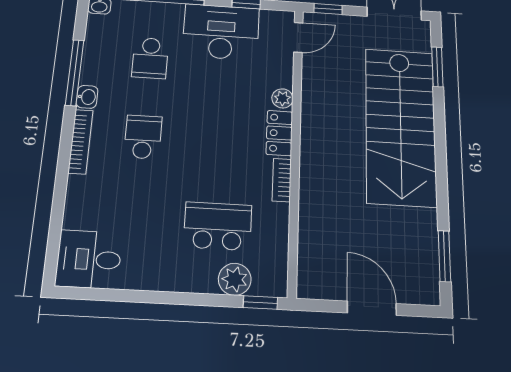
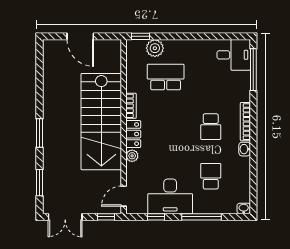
window: (75, 73) -> (253, 70), moved
stairs: (400, 126) -> (101, 122), moved, turned 180
school desk: (218, 226) -> (166, 77), turned 180
window: (444, 256) -> (40, 133), moved

